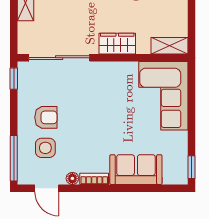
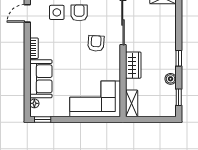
armchair: (88, 94) -> (96, 43), added
armchair: (46, 117) -> (79, 13), turned 180
floor lamp: (72, 178) -> (34, 103), moved

